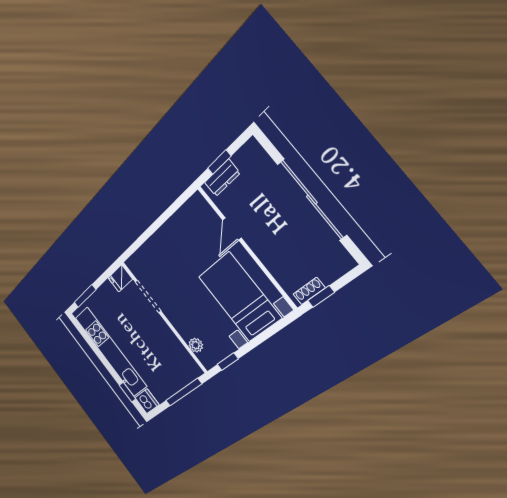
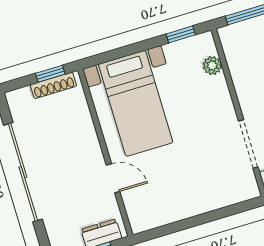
door: (232, 229) -> (113, 178), hinge flipped
shoe rack: (309, 291) -> (53, 85), width x1.43

